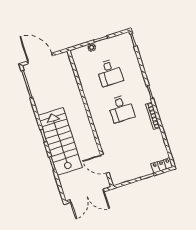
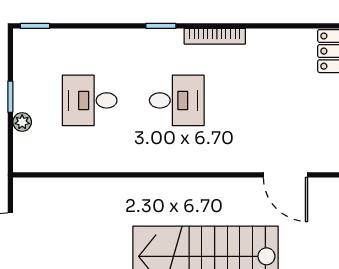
desk: (110, 73) -> (90, 100), turned 180
door: (105, 164) -> (285, 175), hinge flipped

